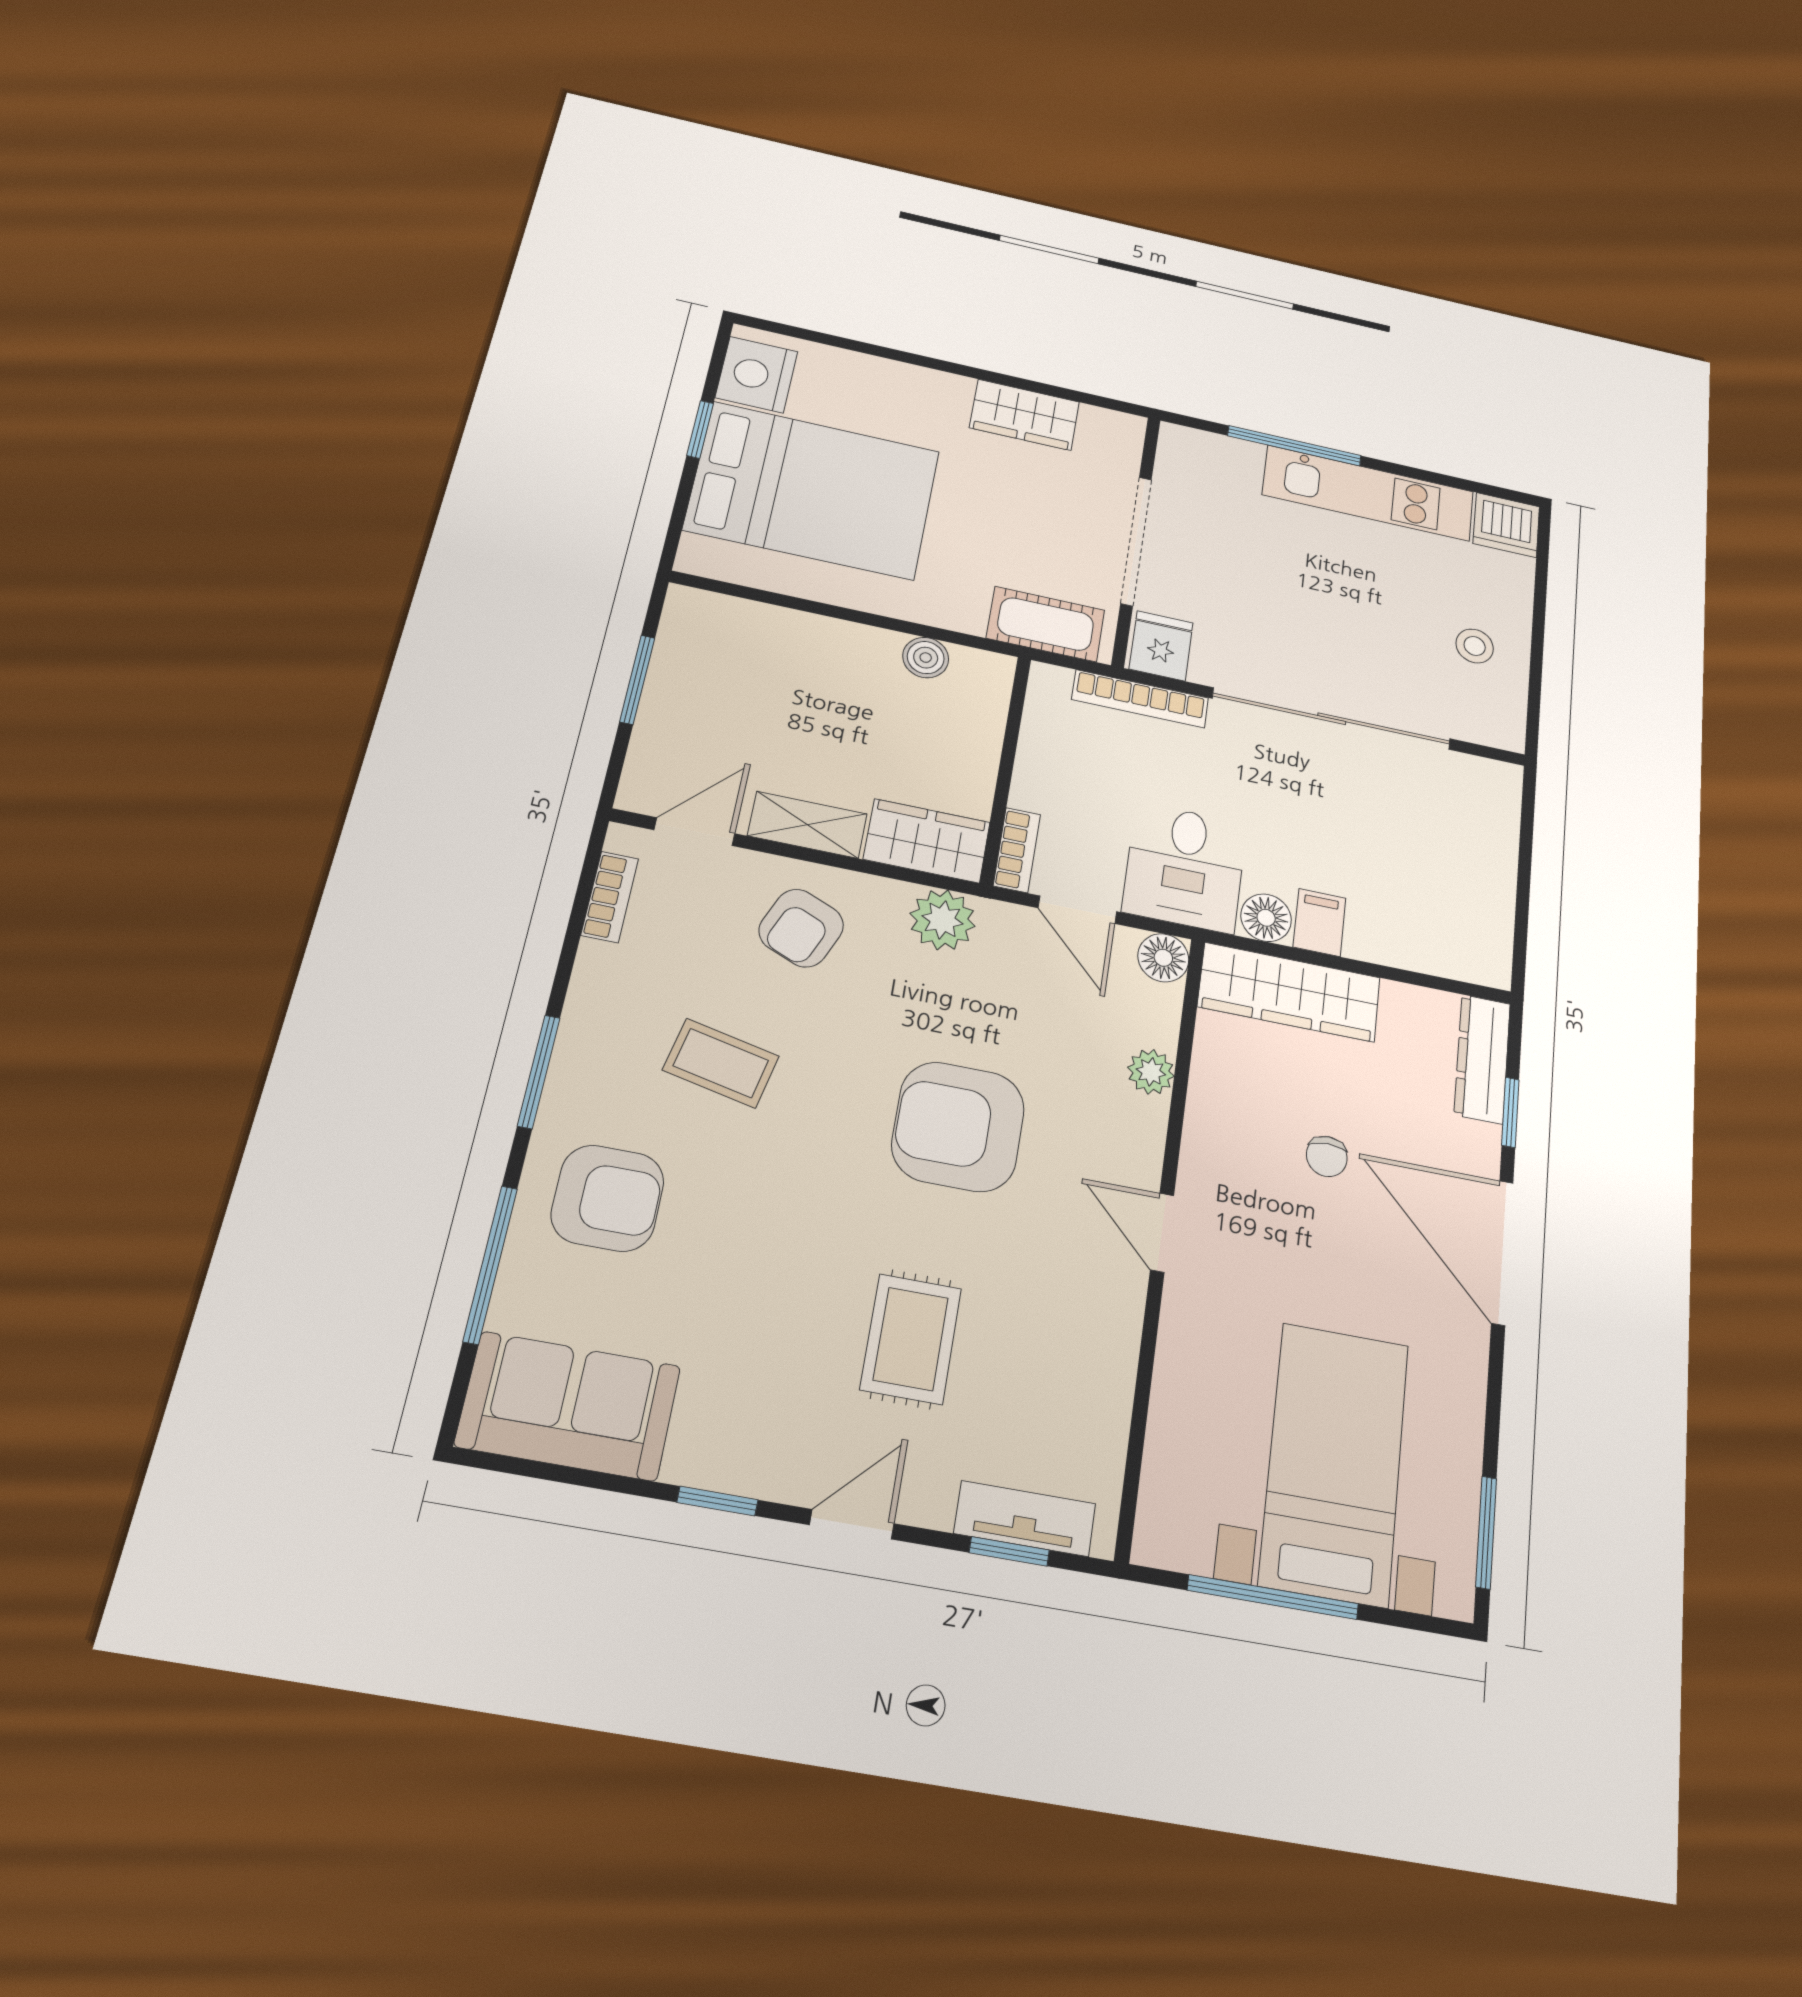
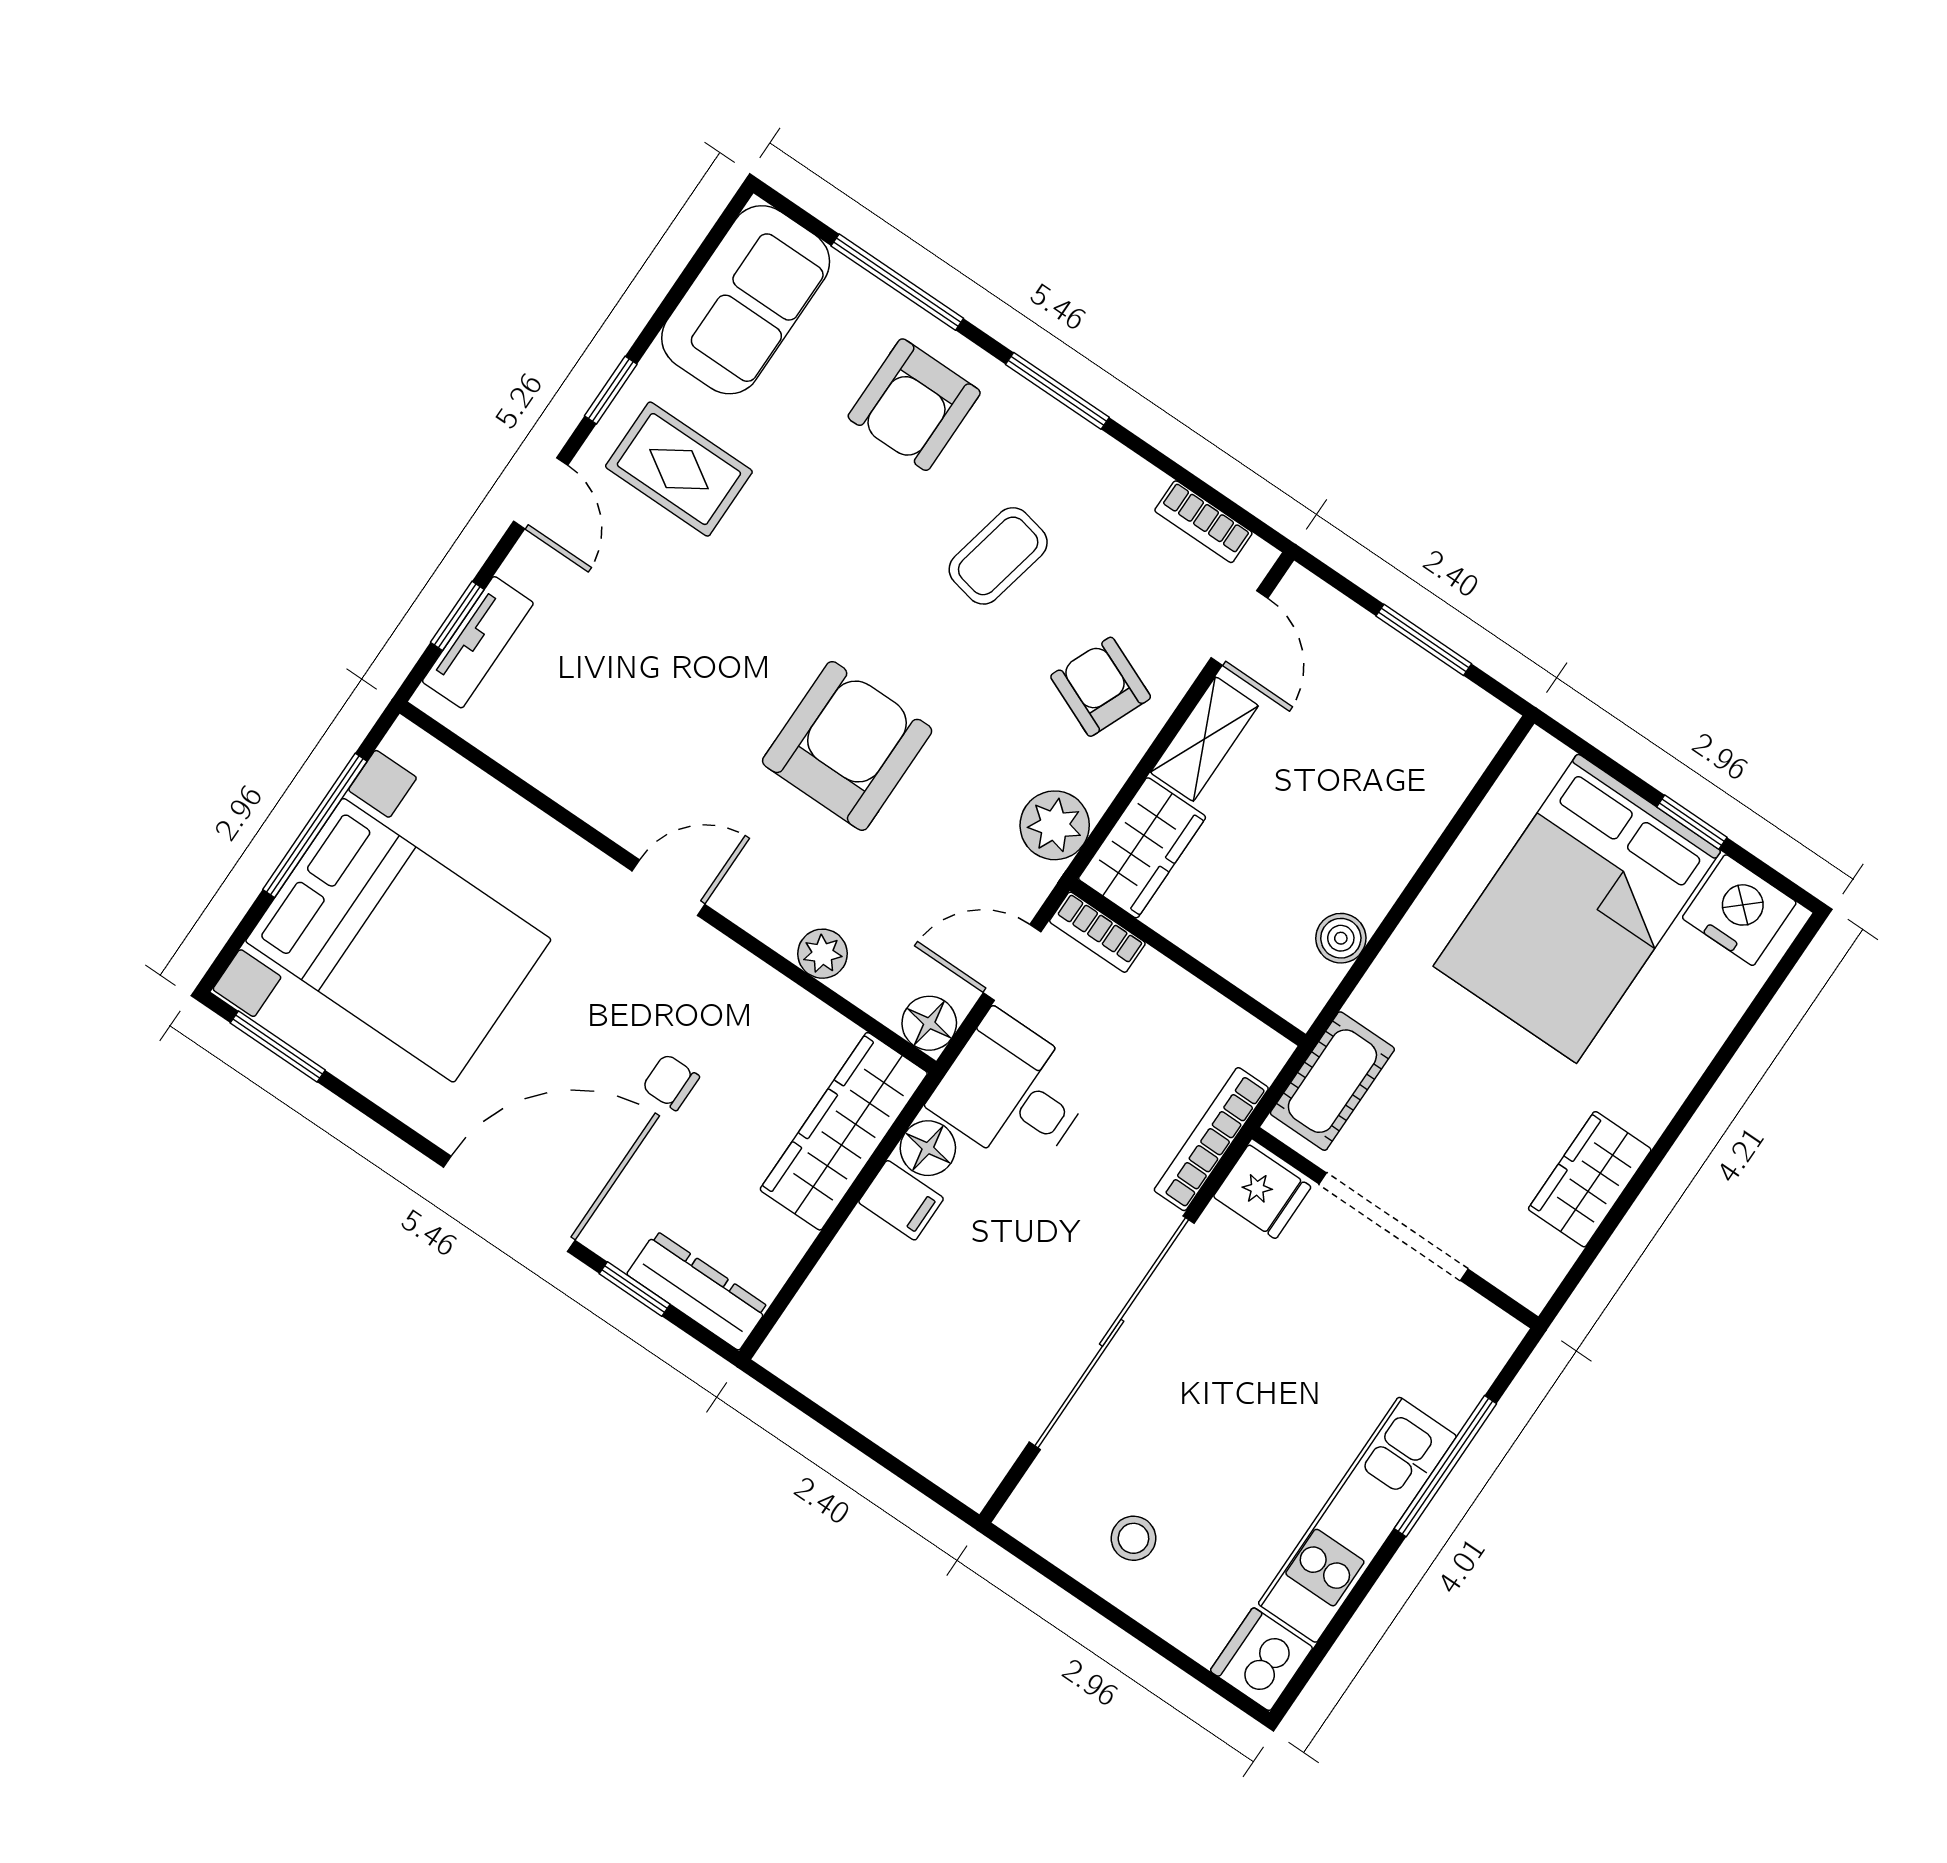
rug: (911, 1339) -> (679, 469), moved
bed with nightstands: (1335, 1463) -> (398, 940), width x1.36

